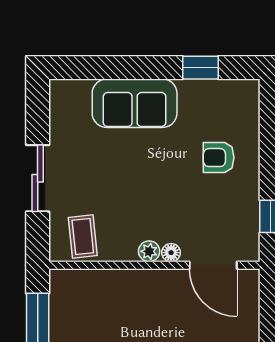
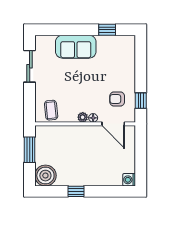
armchair: (219, 158) -> (117, 99), moved
sliding door: (38, 178) -> (30, 66), moved

